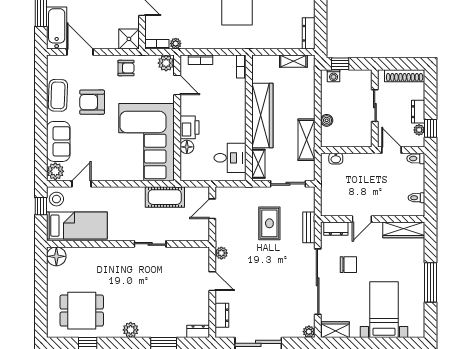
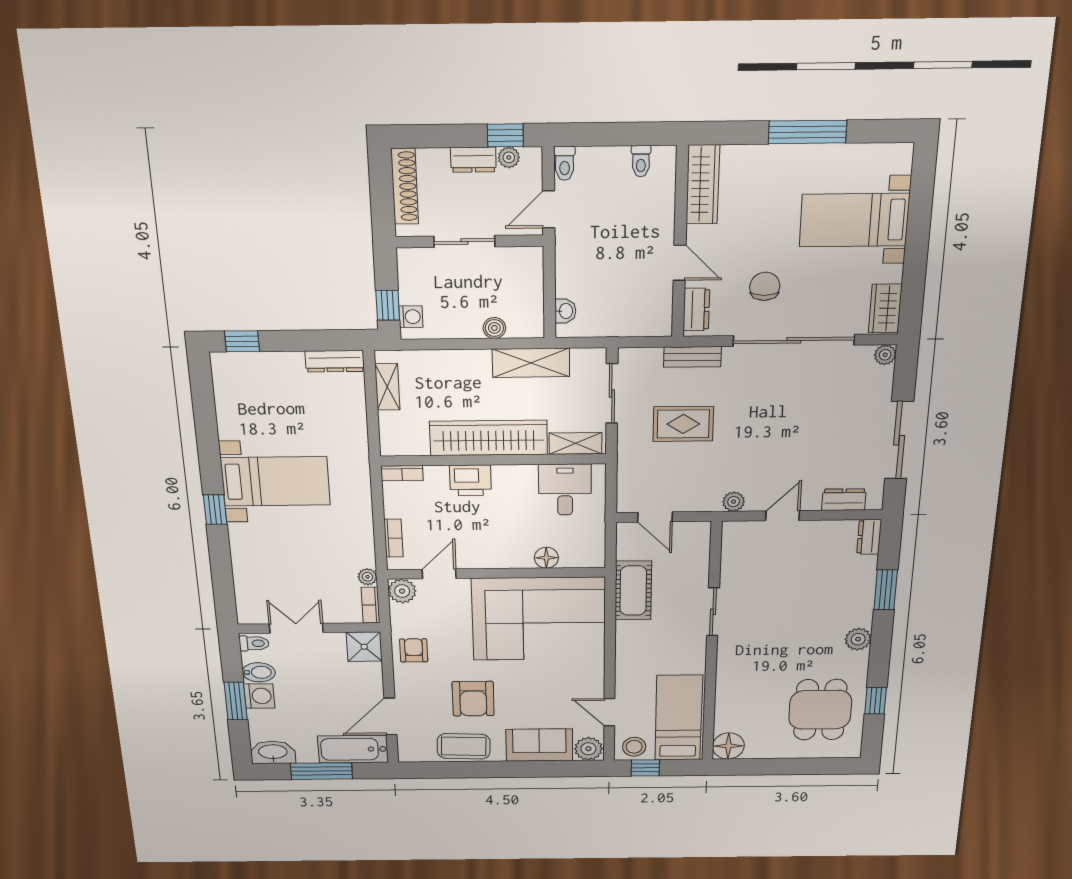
printer: (189, 127) -> (470, 480), moved, turned 180

